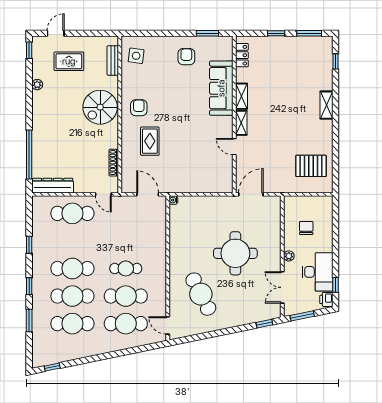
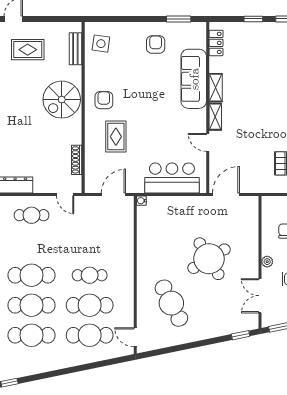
bar counter: (201, 179) -> (172, 178), added
door: (148, 194) -> (113, 194), hinge flipped
cafe table: (72, 213) -> (32, 215), width x0.73, depth x0.74
round table: (235, 253) -> (209, 259), turned -31

